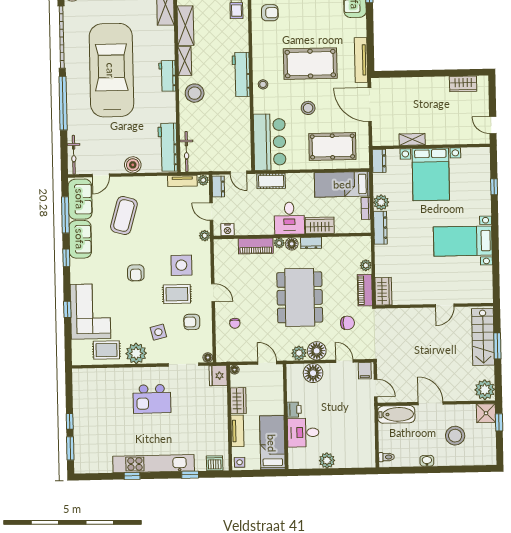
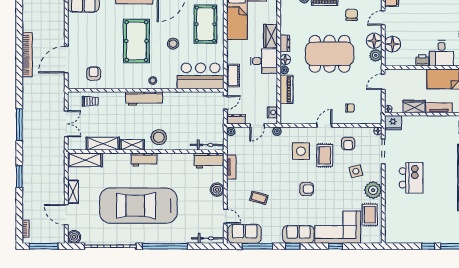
workbench: (168, 147) -> (209, 160), width x0.73
tv unit: (182, 181) -> (231, 167), moved
coffee table: (124, 215) -> (259, 198), width x0.54, depth x0.58
sofa: (80, 239) -> (298, 234), moved

